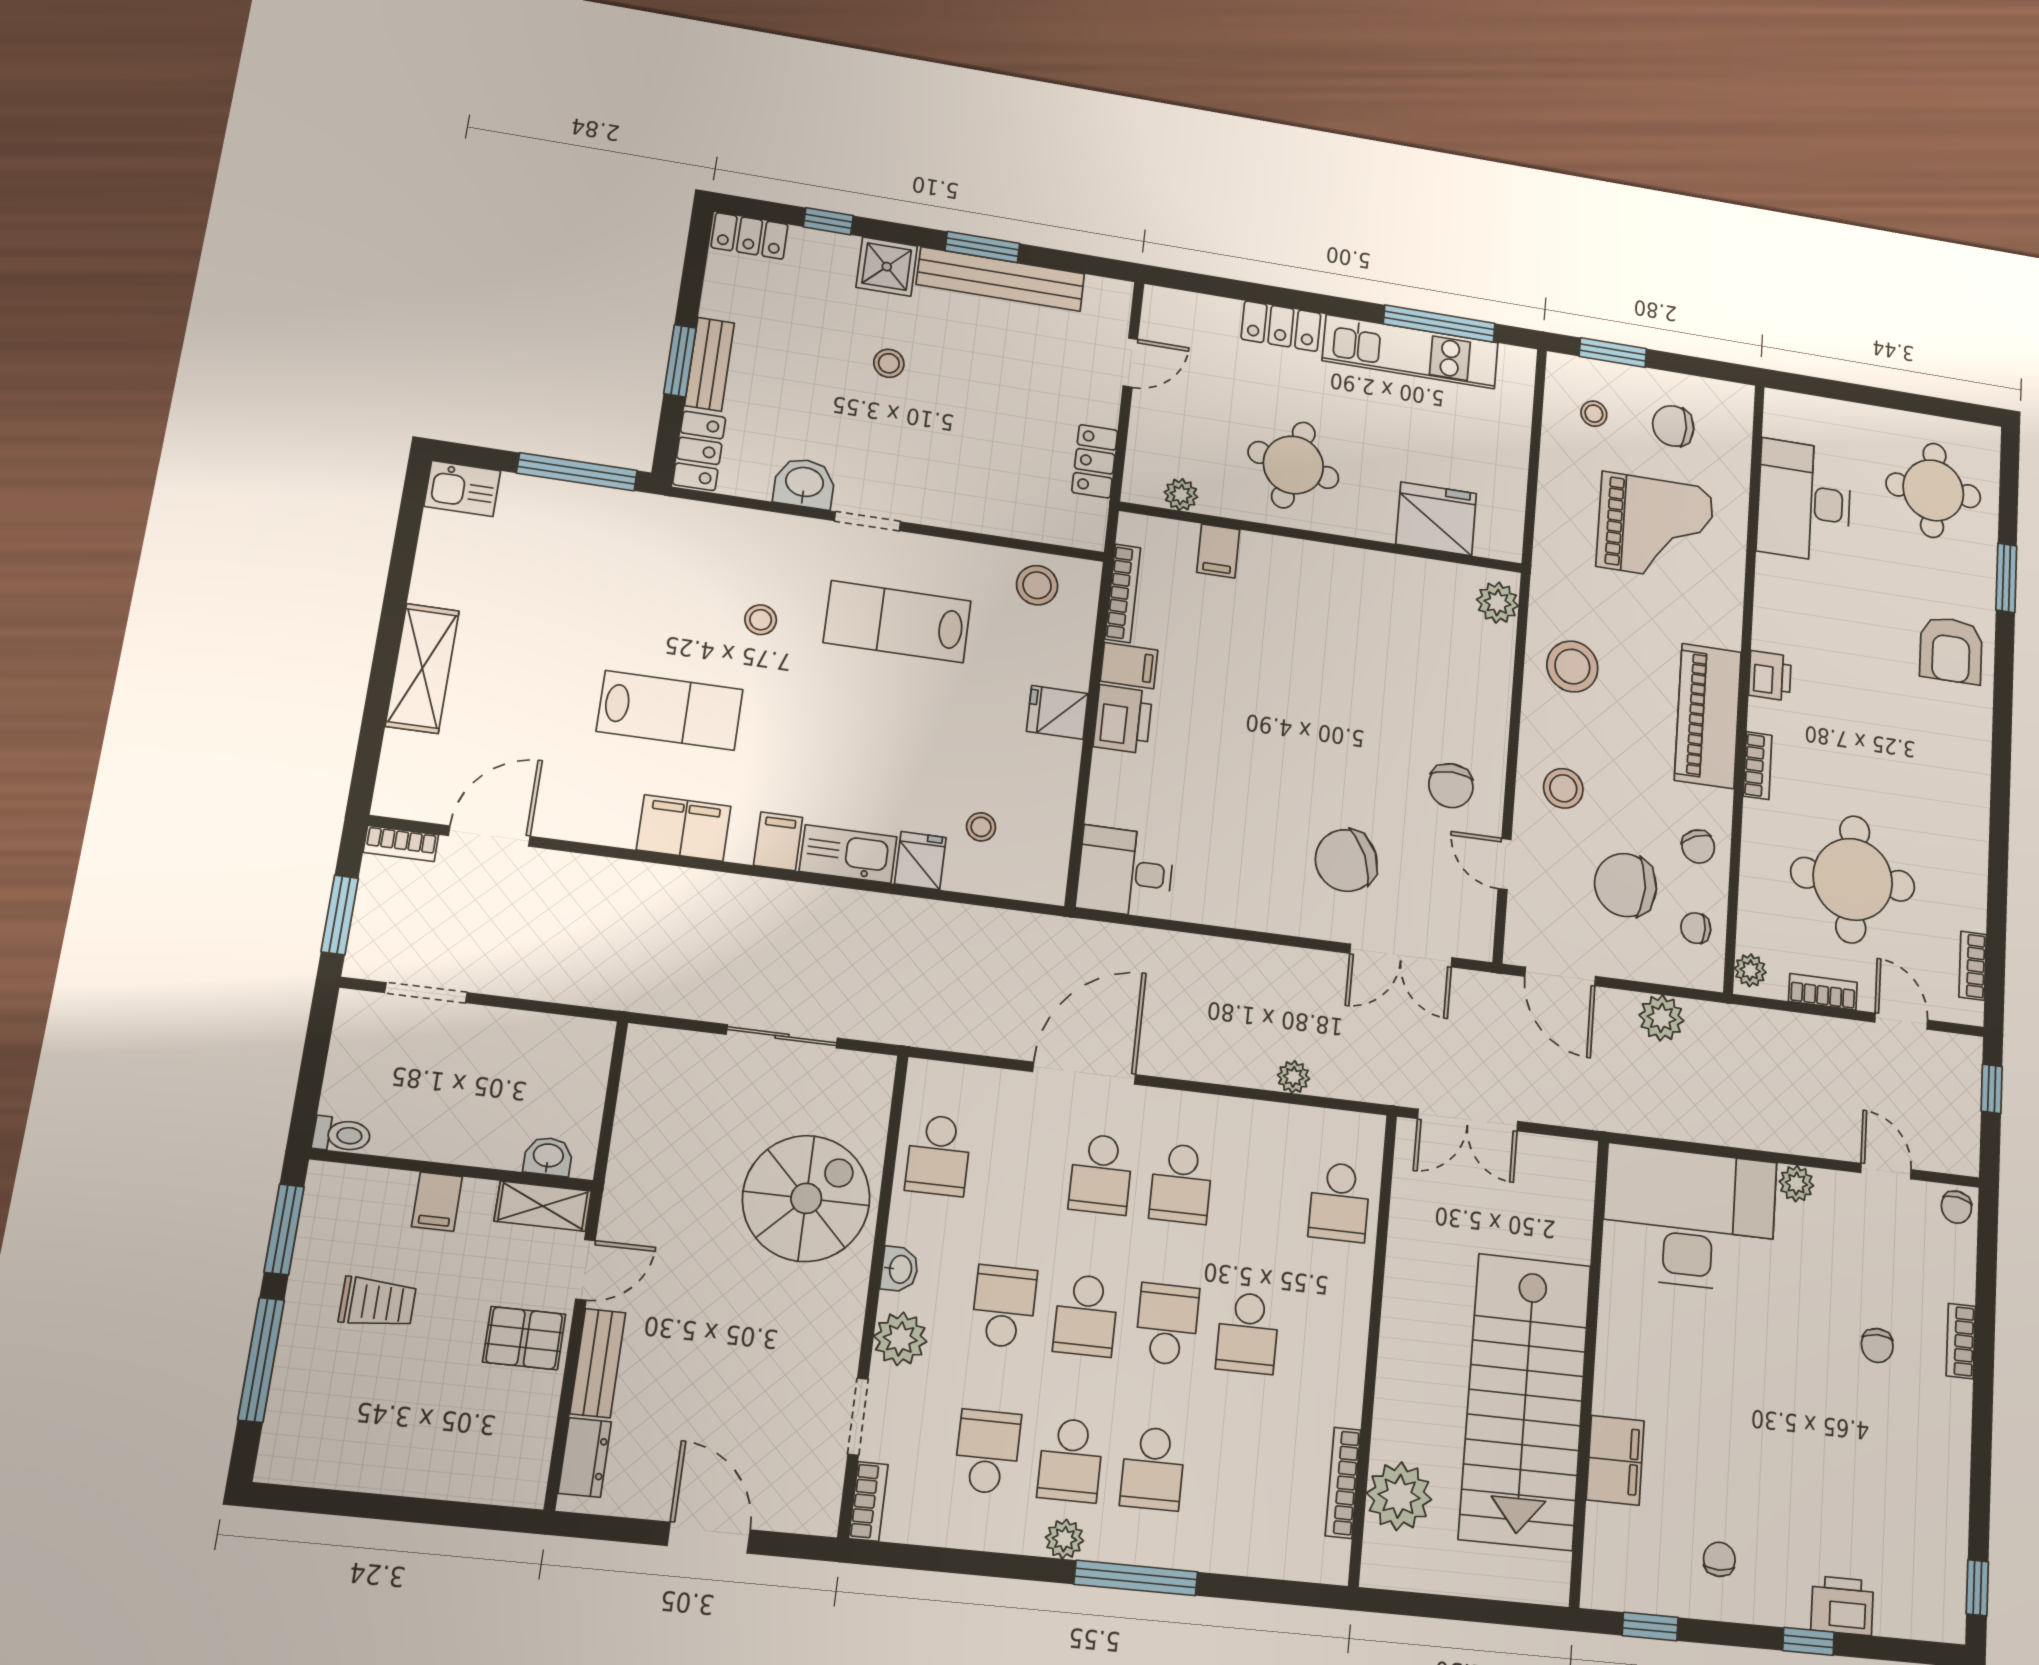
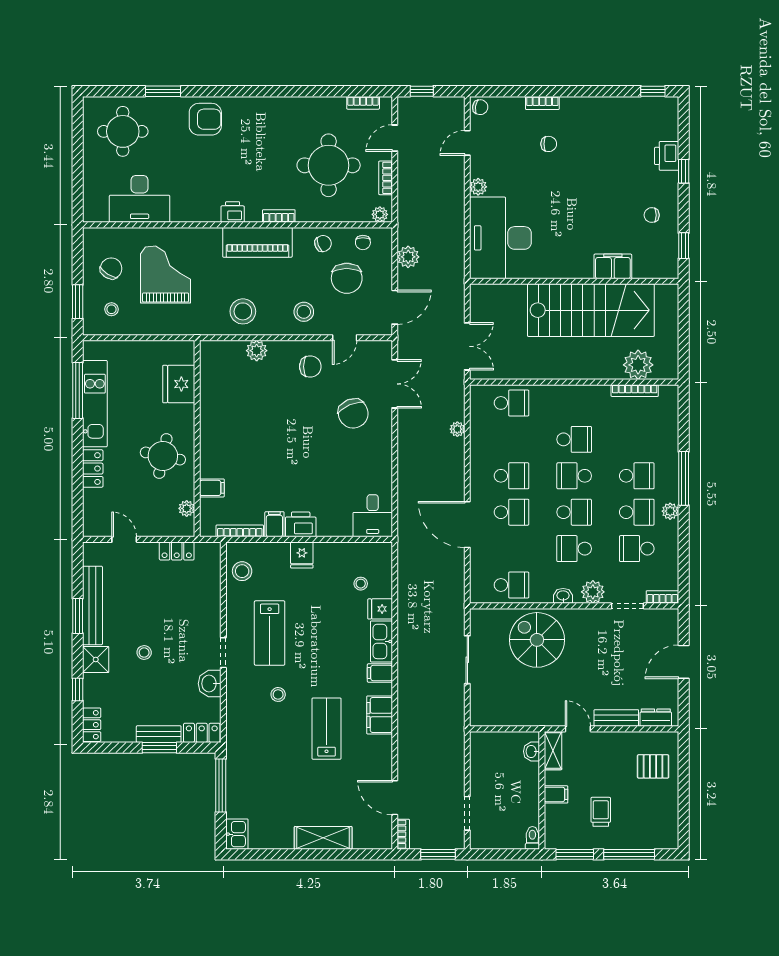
chair: (1673, 426) -> (111, 268), turned -148
plant: (1498, 603) -> (257, 351), moved
pallet: (524, 1338) -> (653, 766), moved, turned 90

